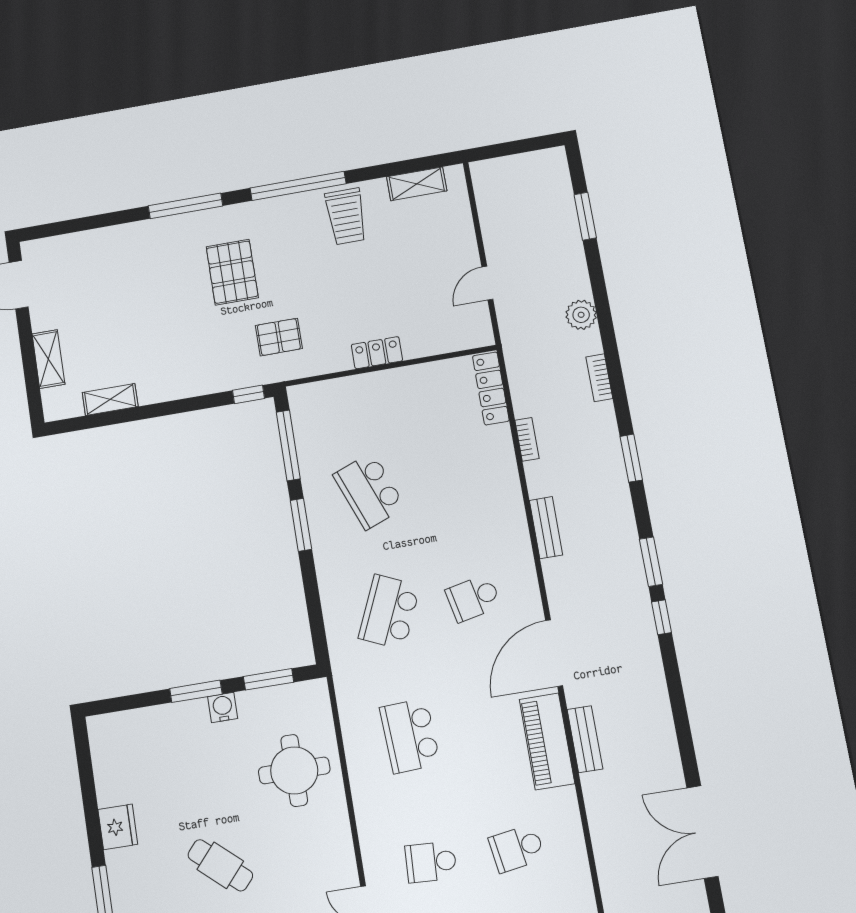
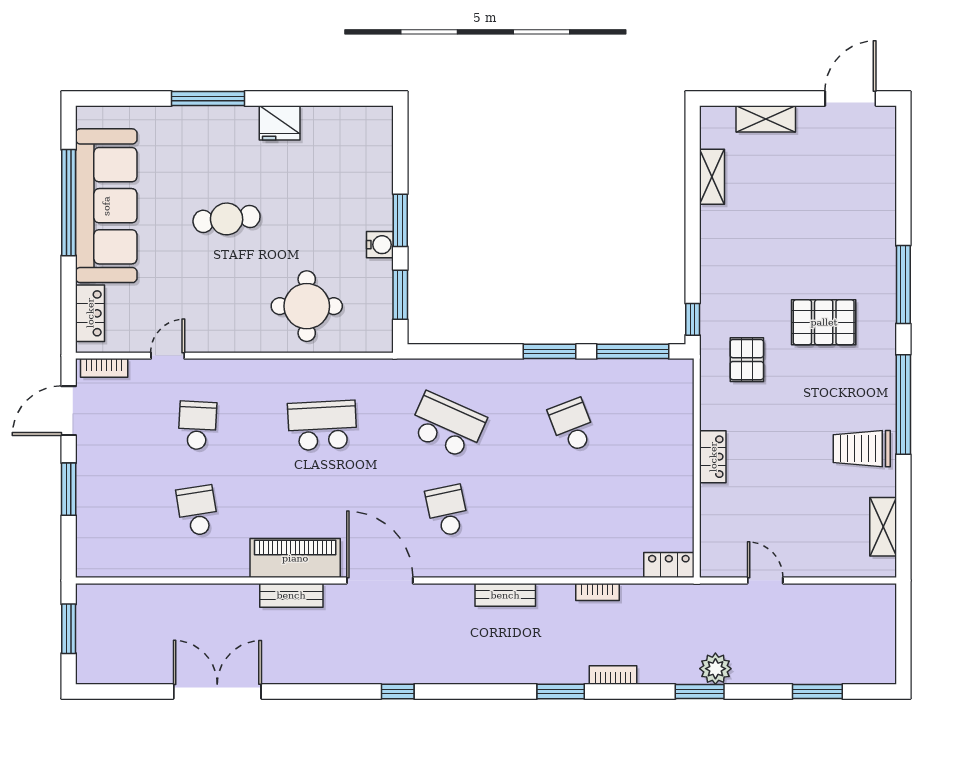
bookcase: (599, 378) -> (613, 675), moved
locker: (491, 388) -> (669, 565), width x0.66
school desk: (369, 491) -> (572, 425), width x0.54
window: (651, 562) -> (700, 691), moved
double door: (702, 832) -> (217, 691), moved
cafe table: (220, 865) -> (227, 219), turned 43

